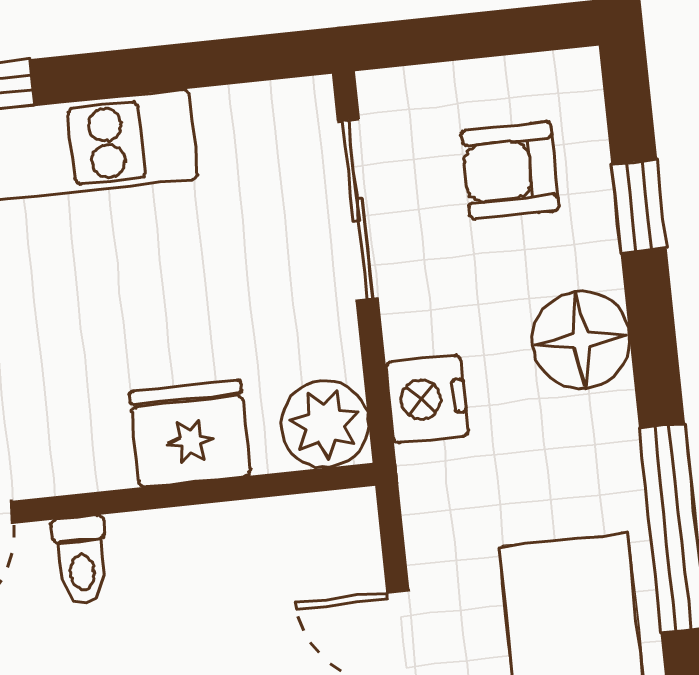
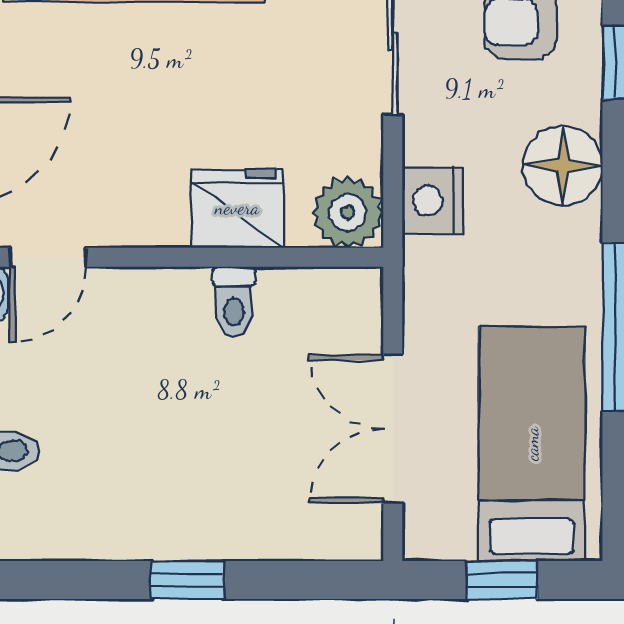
toilet: (81, 560) -> (234, 302), moved

